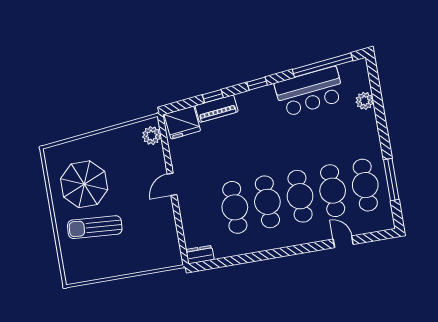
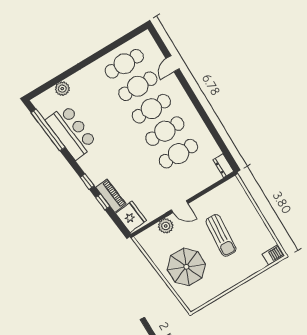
window: (257, 84) -> (87, 182), moved
plant: (152, 136) -> (166, 226), moved
window: (391, 180) -> (113, 46), removed
parasol: (84, 184) -> (186, 267), moved
sun lounger: (95, 227) -> (221, 235), moved
barbecue: (72, 272) -> (273, 255), added

